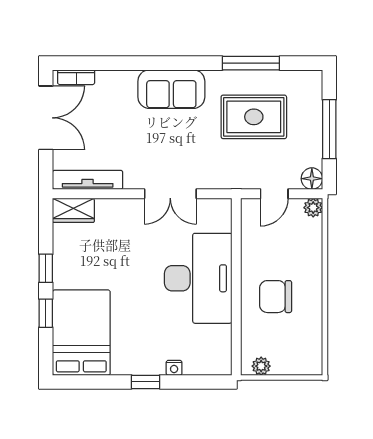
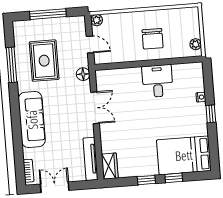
sofa: (171, 89) -> (32, 120), width x1.36
double door: (46, 118) -> (55, 187), width x0.73
floor lamp: (312, 179) -> (83, 74), moved
desk: (198, 278) -> (158, 81), width x0.53, depth x0.77

